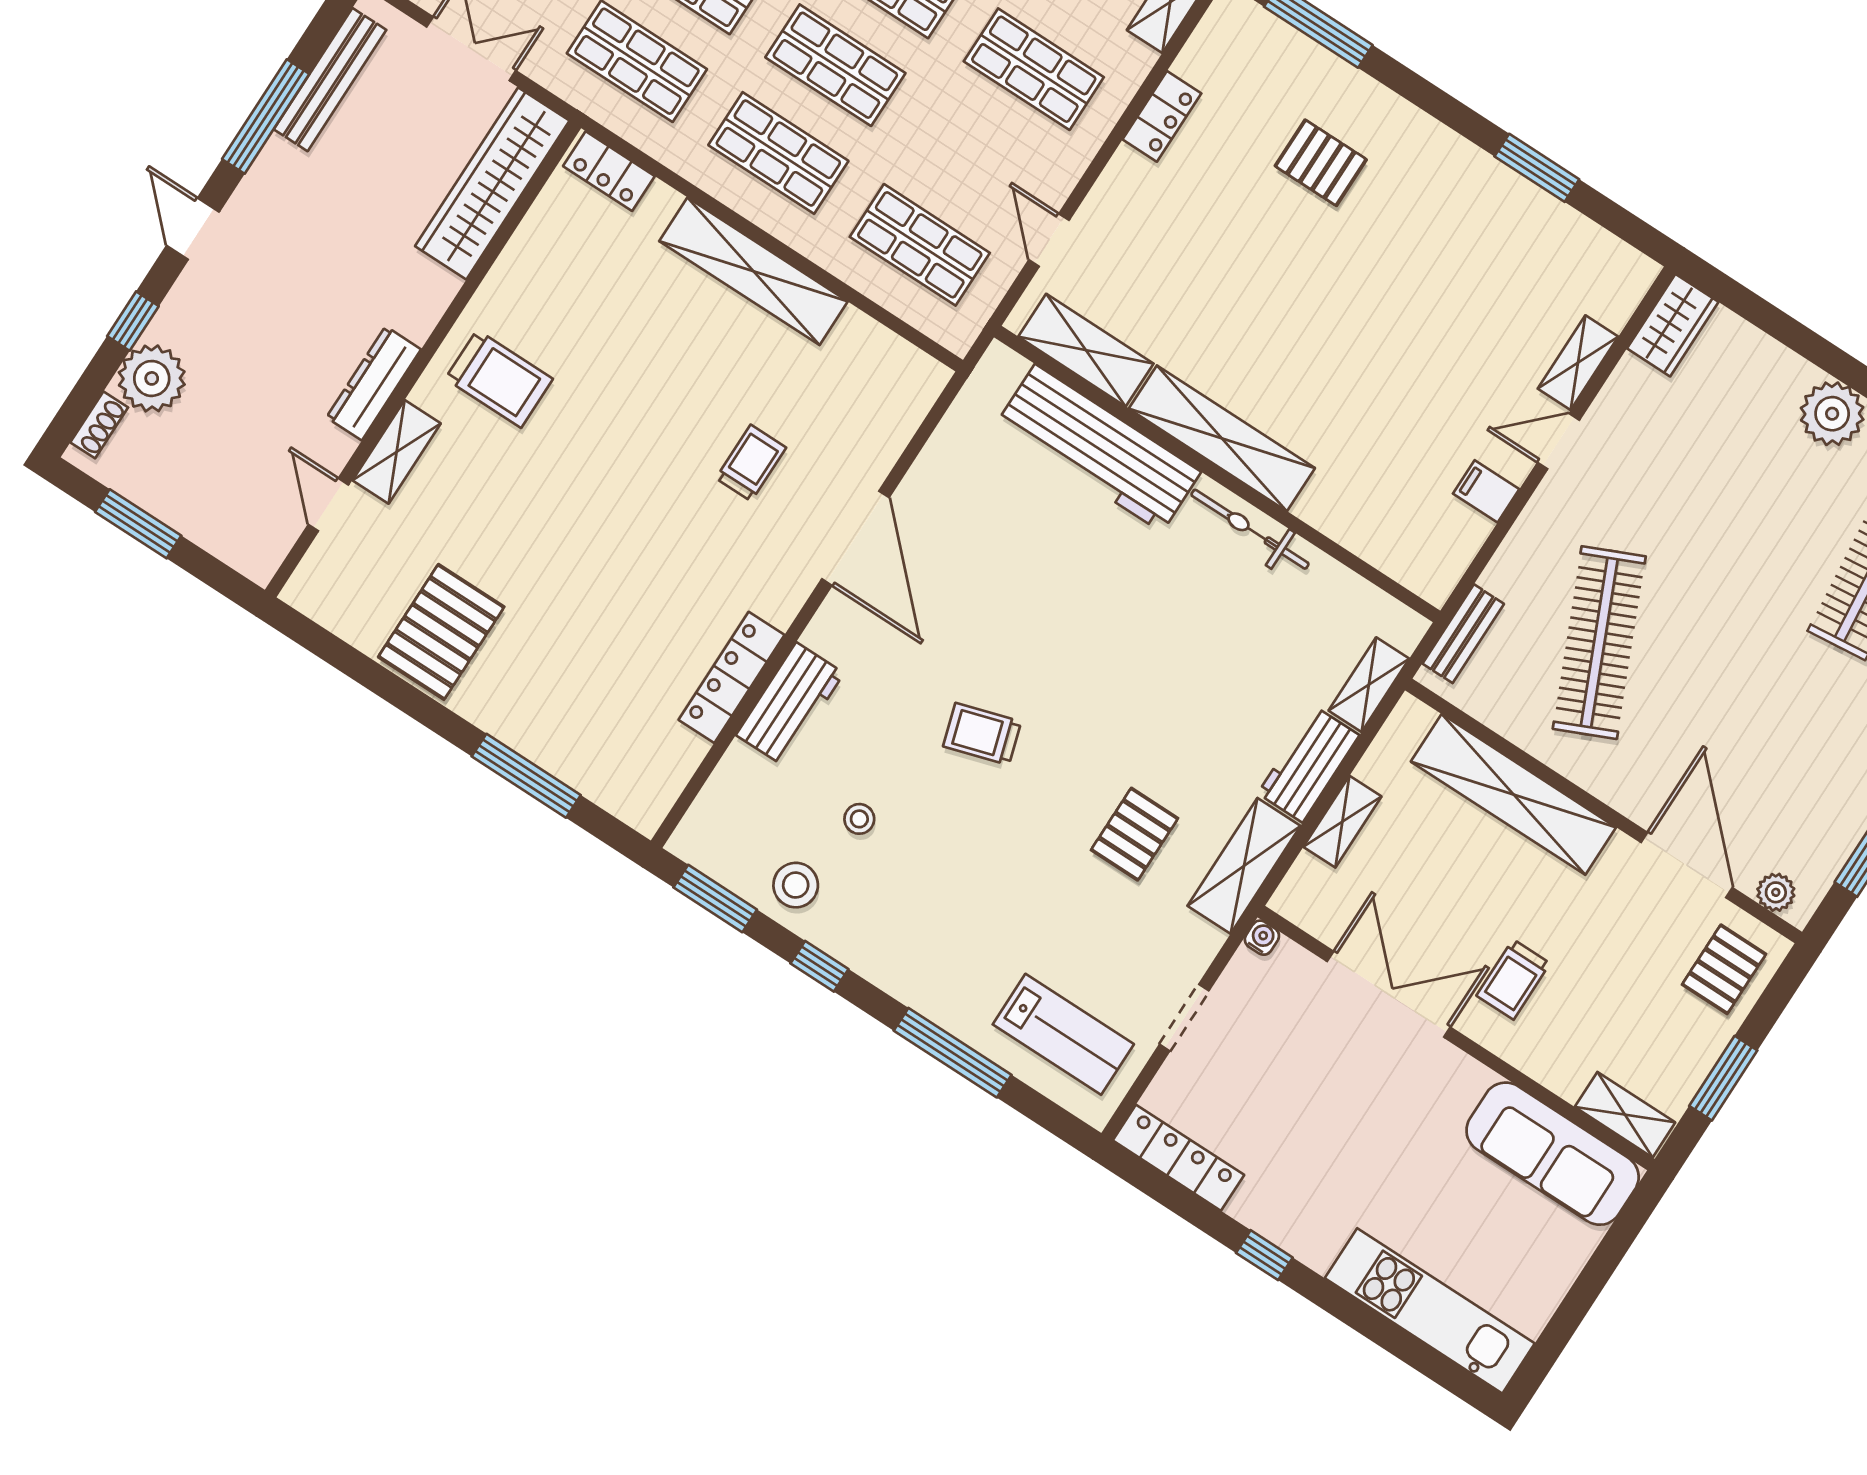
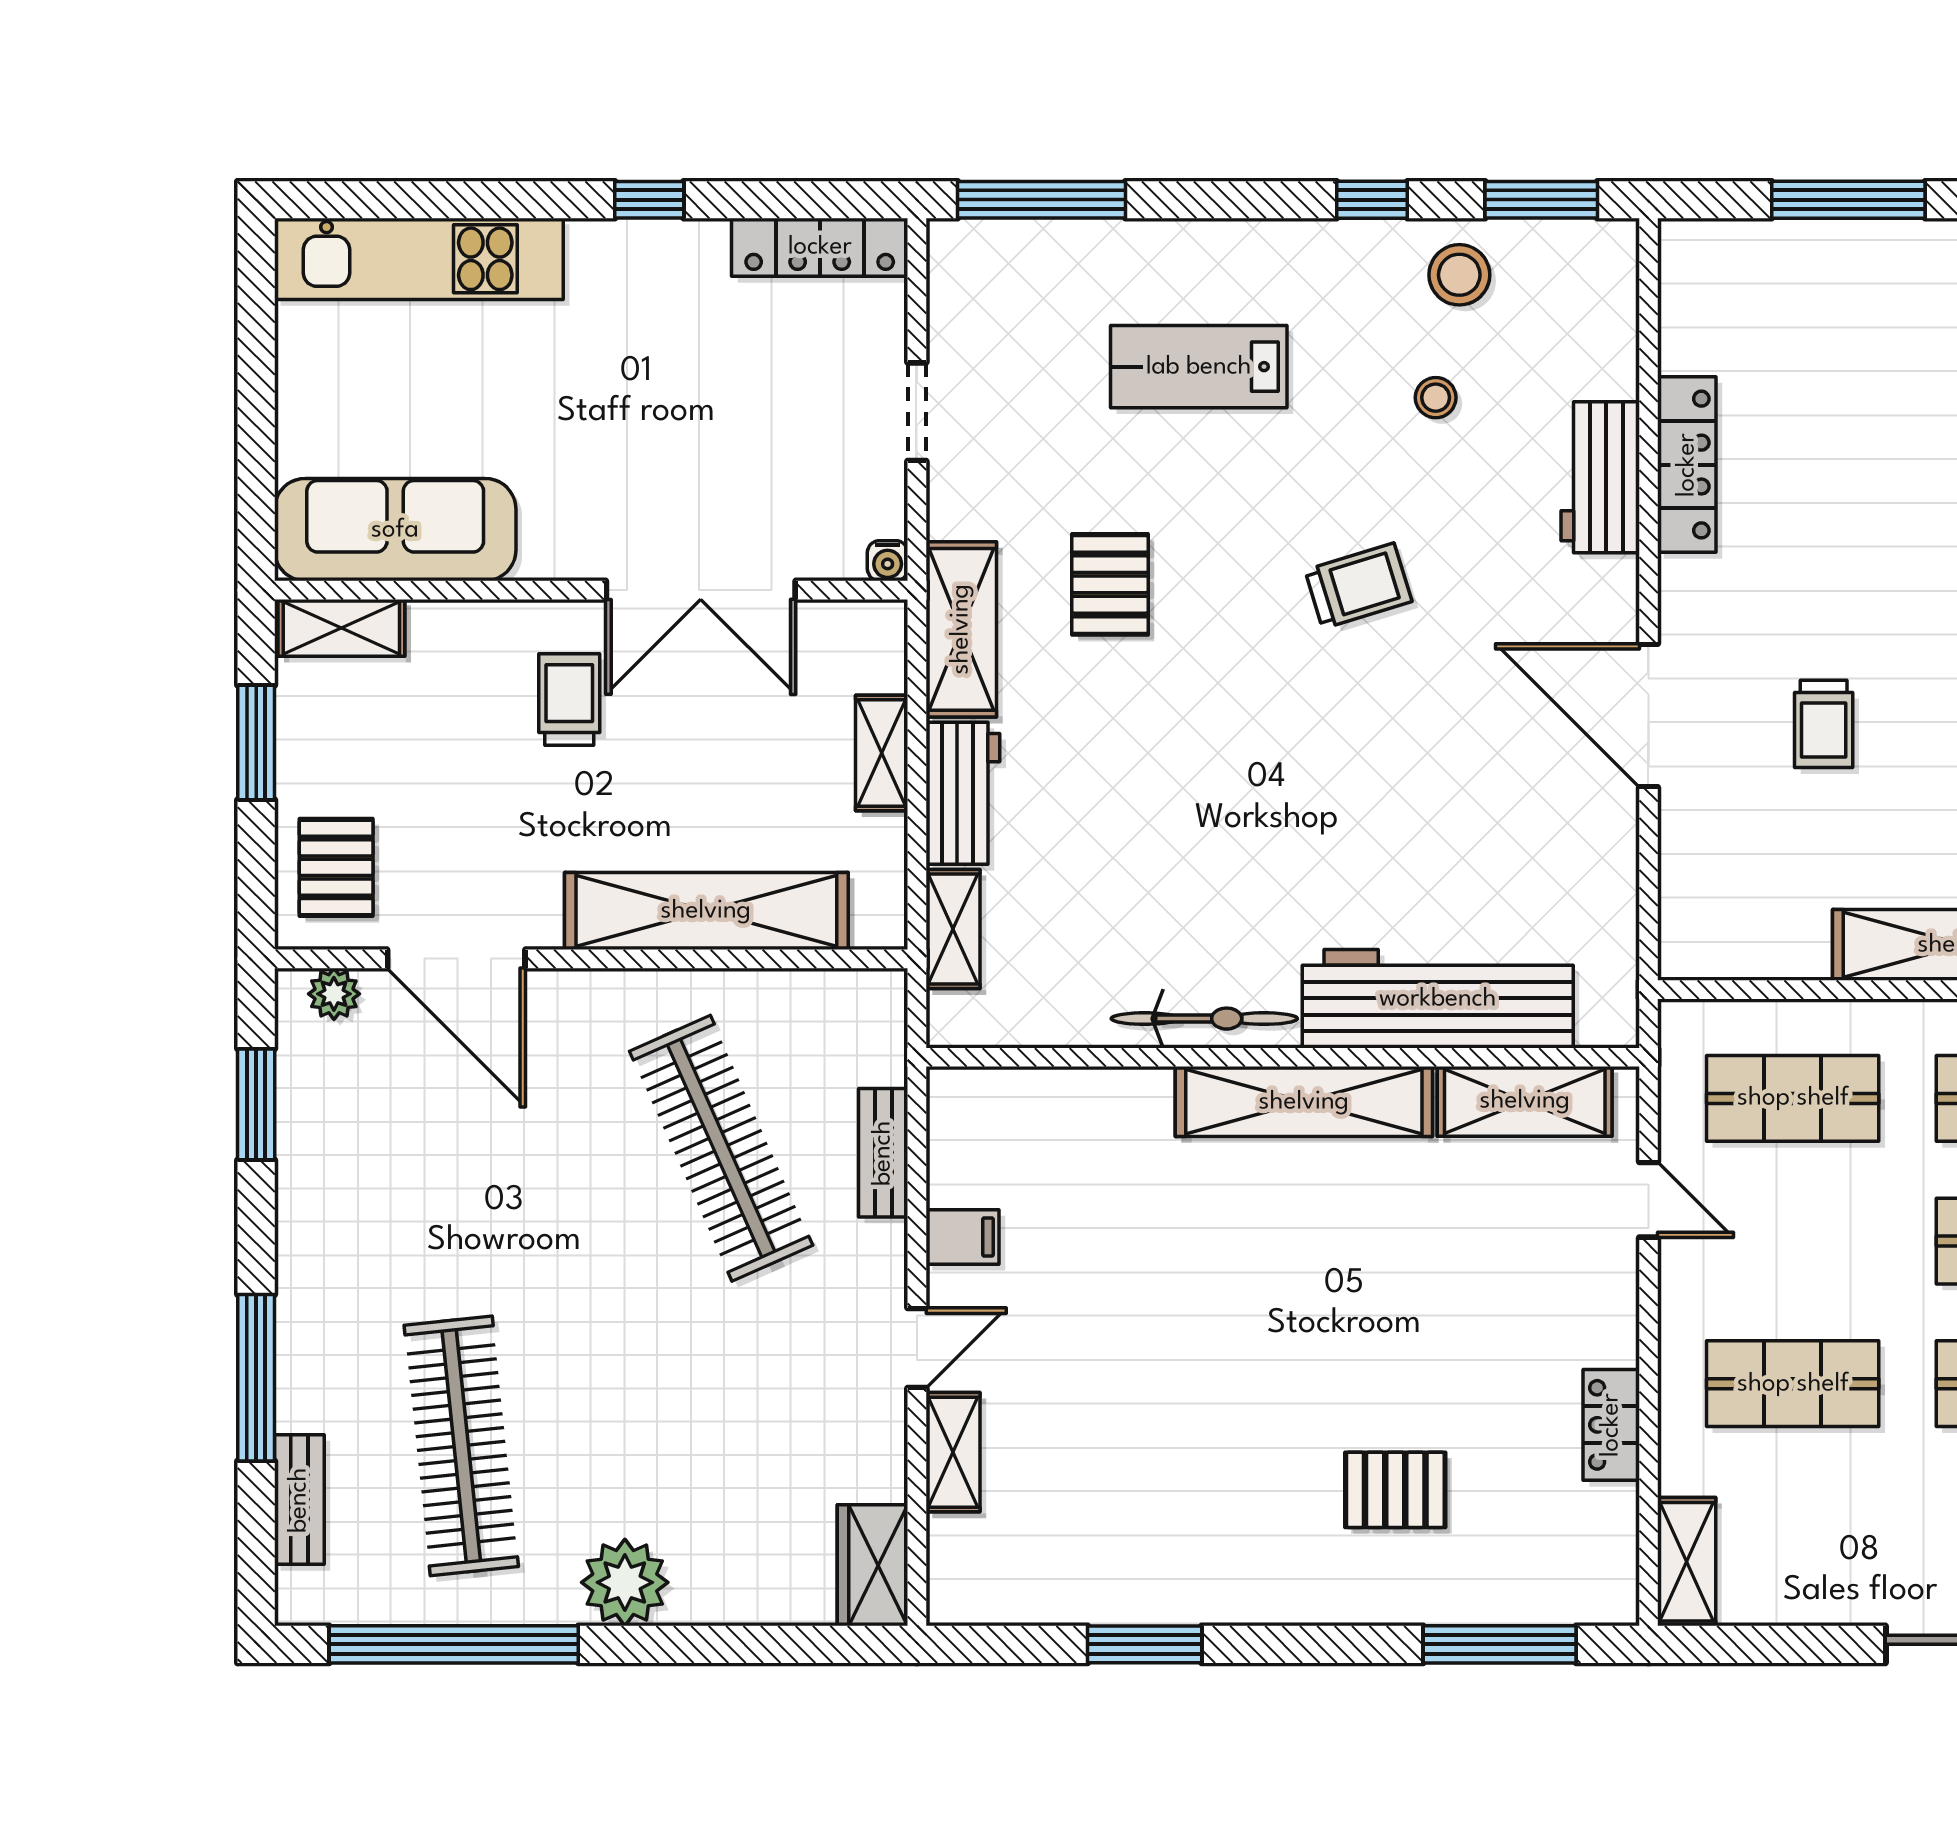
bench: (1463, 634) -> (883, 1153), moved
lab bench: (1063, 1034) -> (1199, 367), moved
window: (953, 1053) -> (1041, 200), moved

